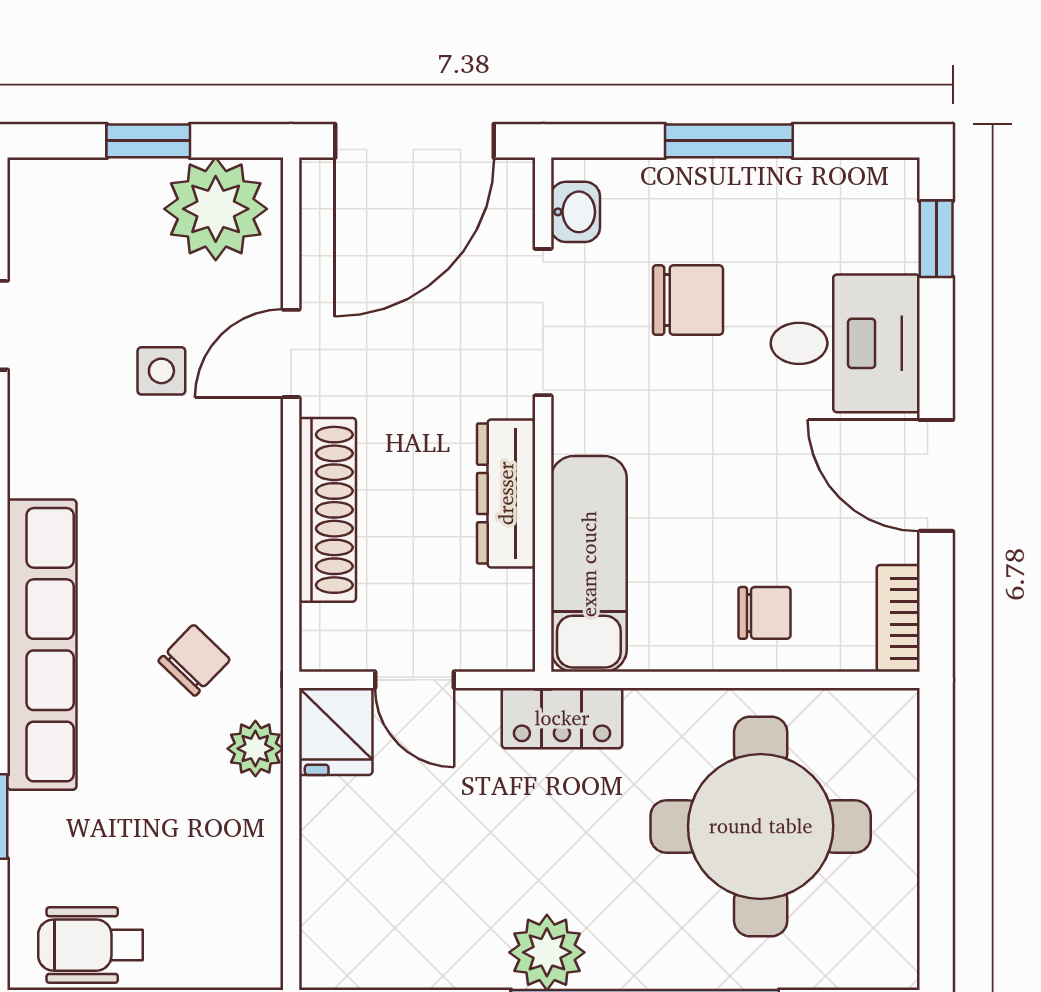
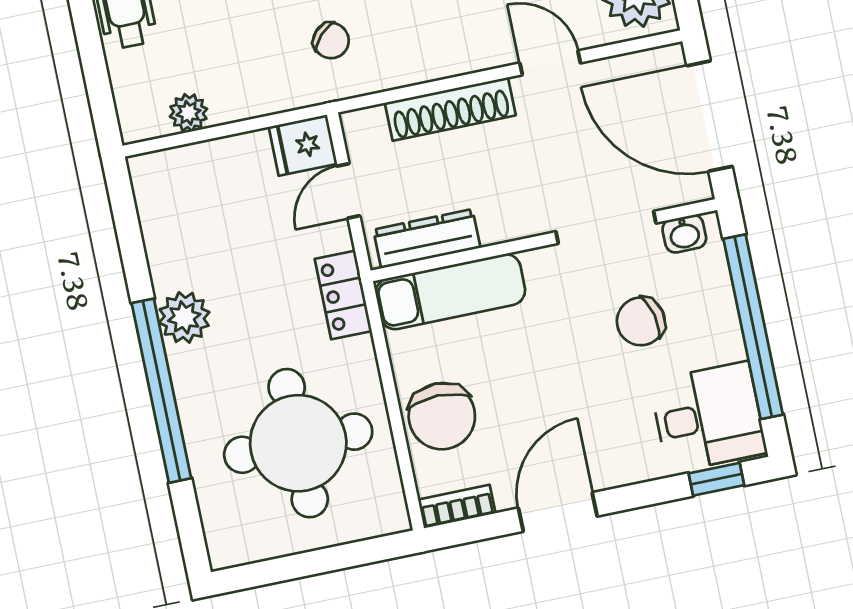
window: (729, 141) -> (753, 327), width x2.11
chair: (688, 300) -> (641, 321), turned 77
desk: (845, 343) -> (708, 417), moved, turned -90
dresser: (506, 493) -> (427, 239), moved
chair: (765, 613) -> (442, 416), width x1.87, depth x1.87
plant: (255, 749) -> (188, 113), moved

